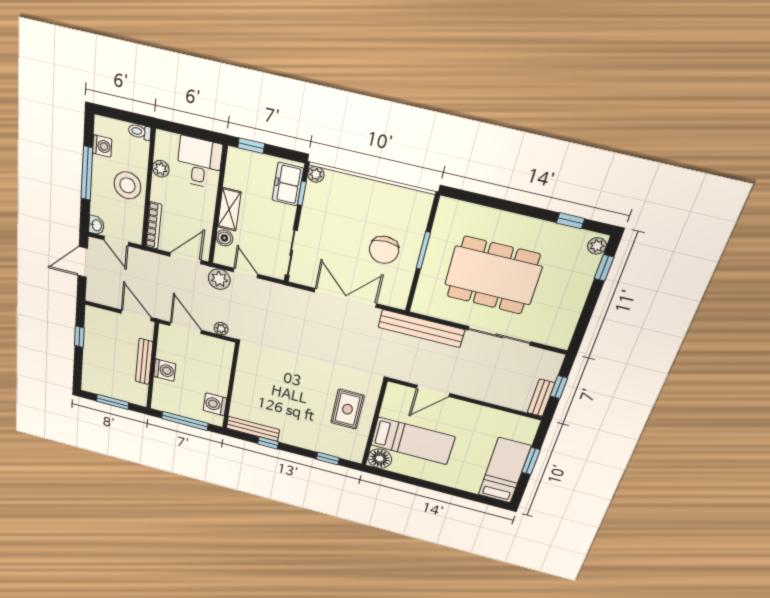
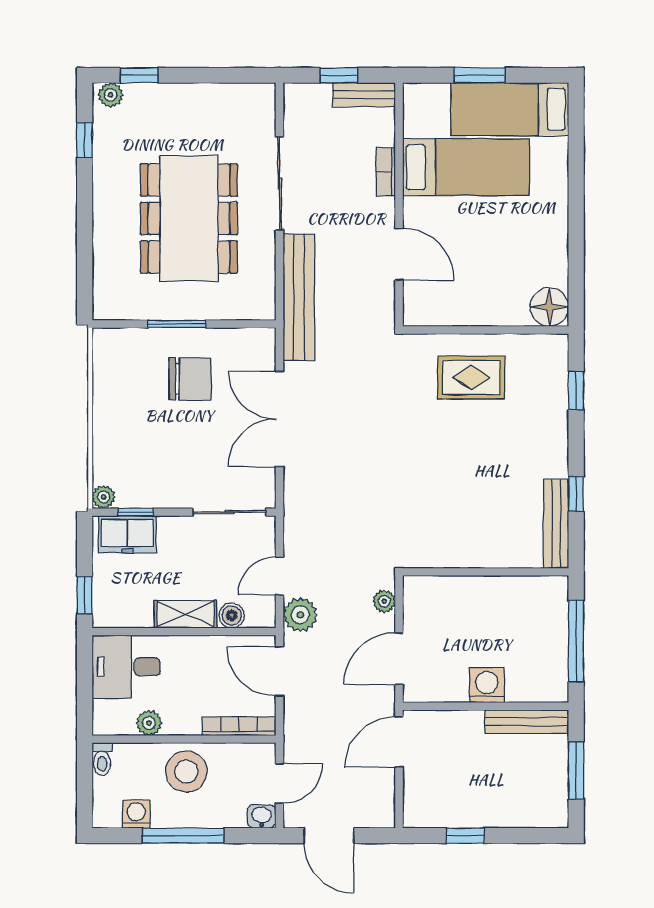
bench: (144, 362) -> (527, 722), moved
bookcase: (487, 397) -> (386, 172), added
washing machine: (215, 404) -> (527, 594), removed
bed: (413, 441) -> (466, 167), moved, turned 90

